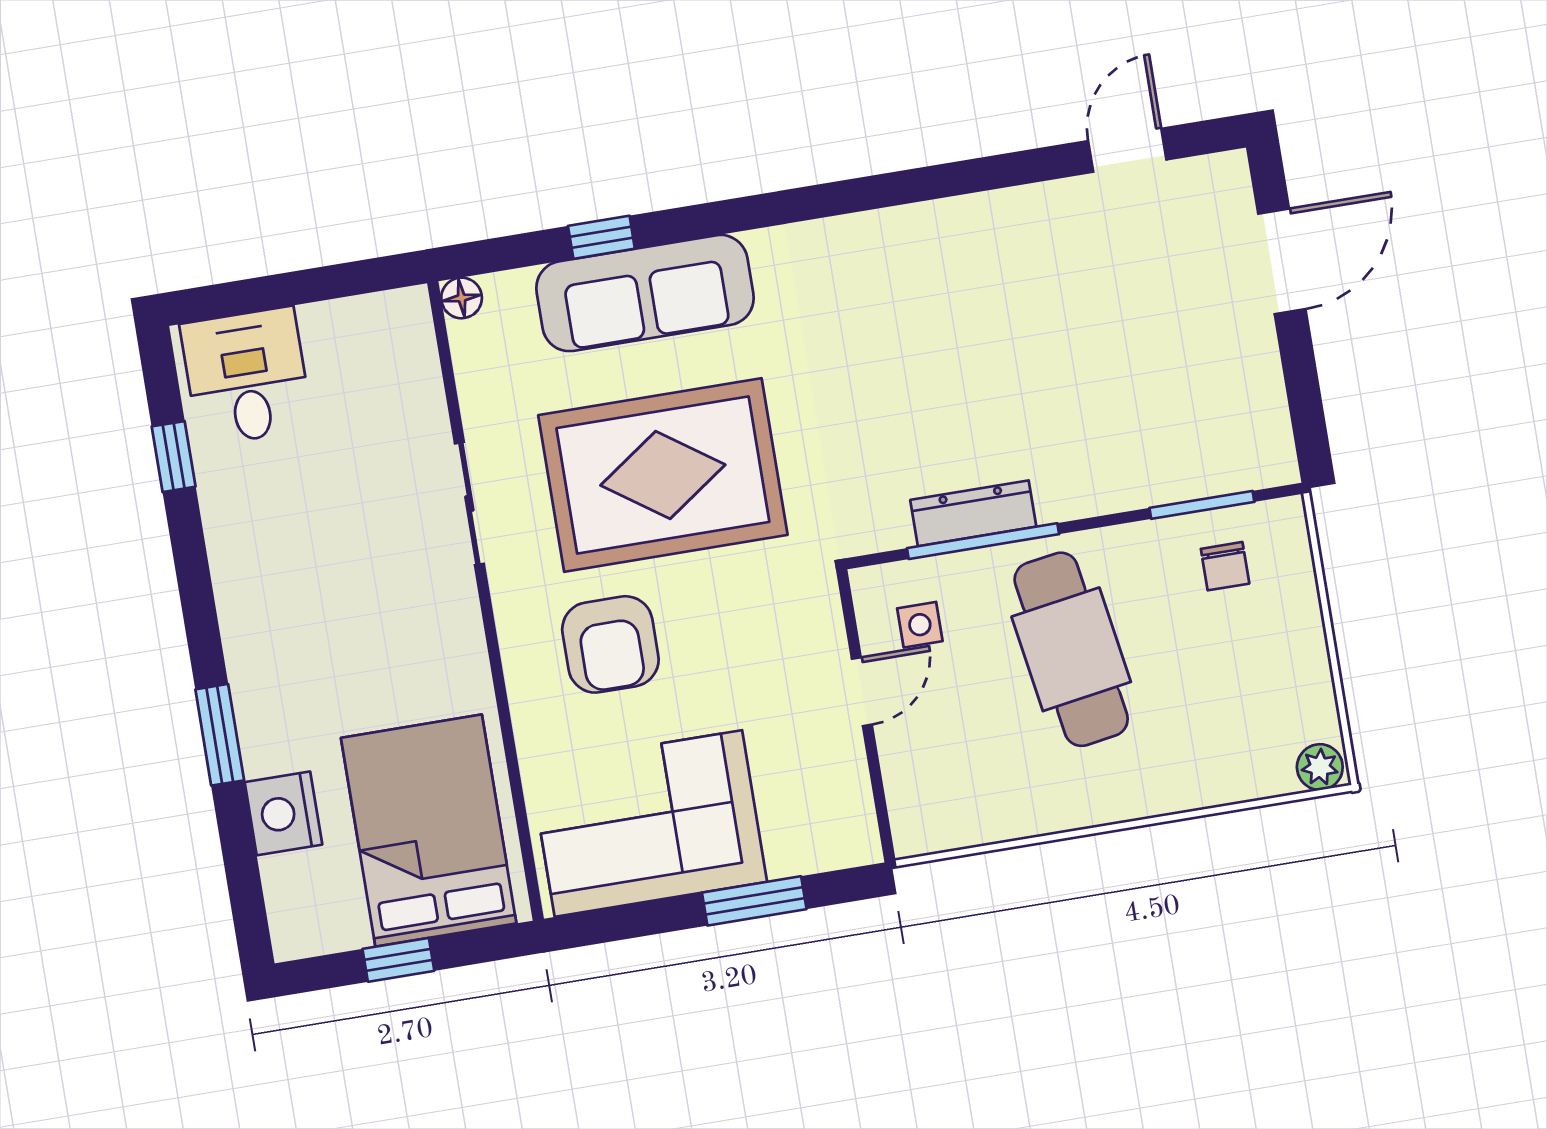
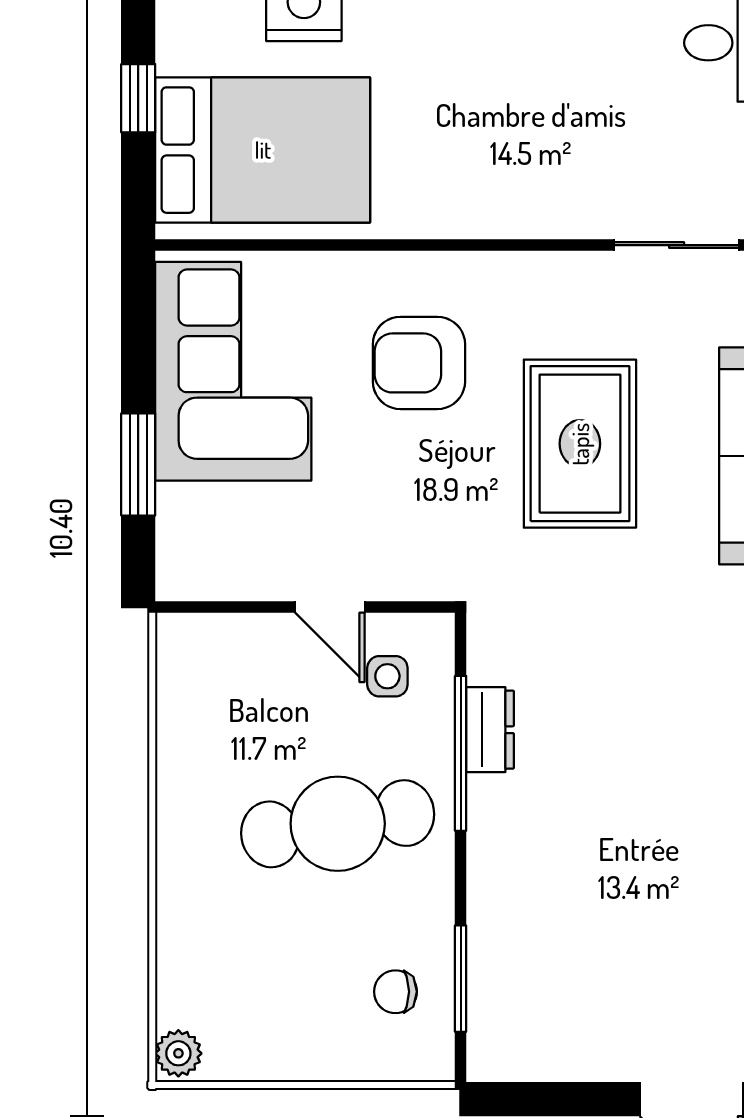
rug: (663, 475) -> (580, 444), width x0.73, depth x0.69
sliding door: (469, 504) -> (677, 245), moved
dresser: (973, 513) -> (490, 730), width x0.70

